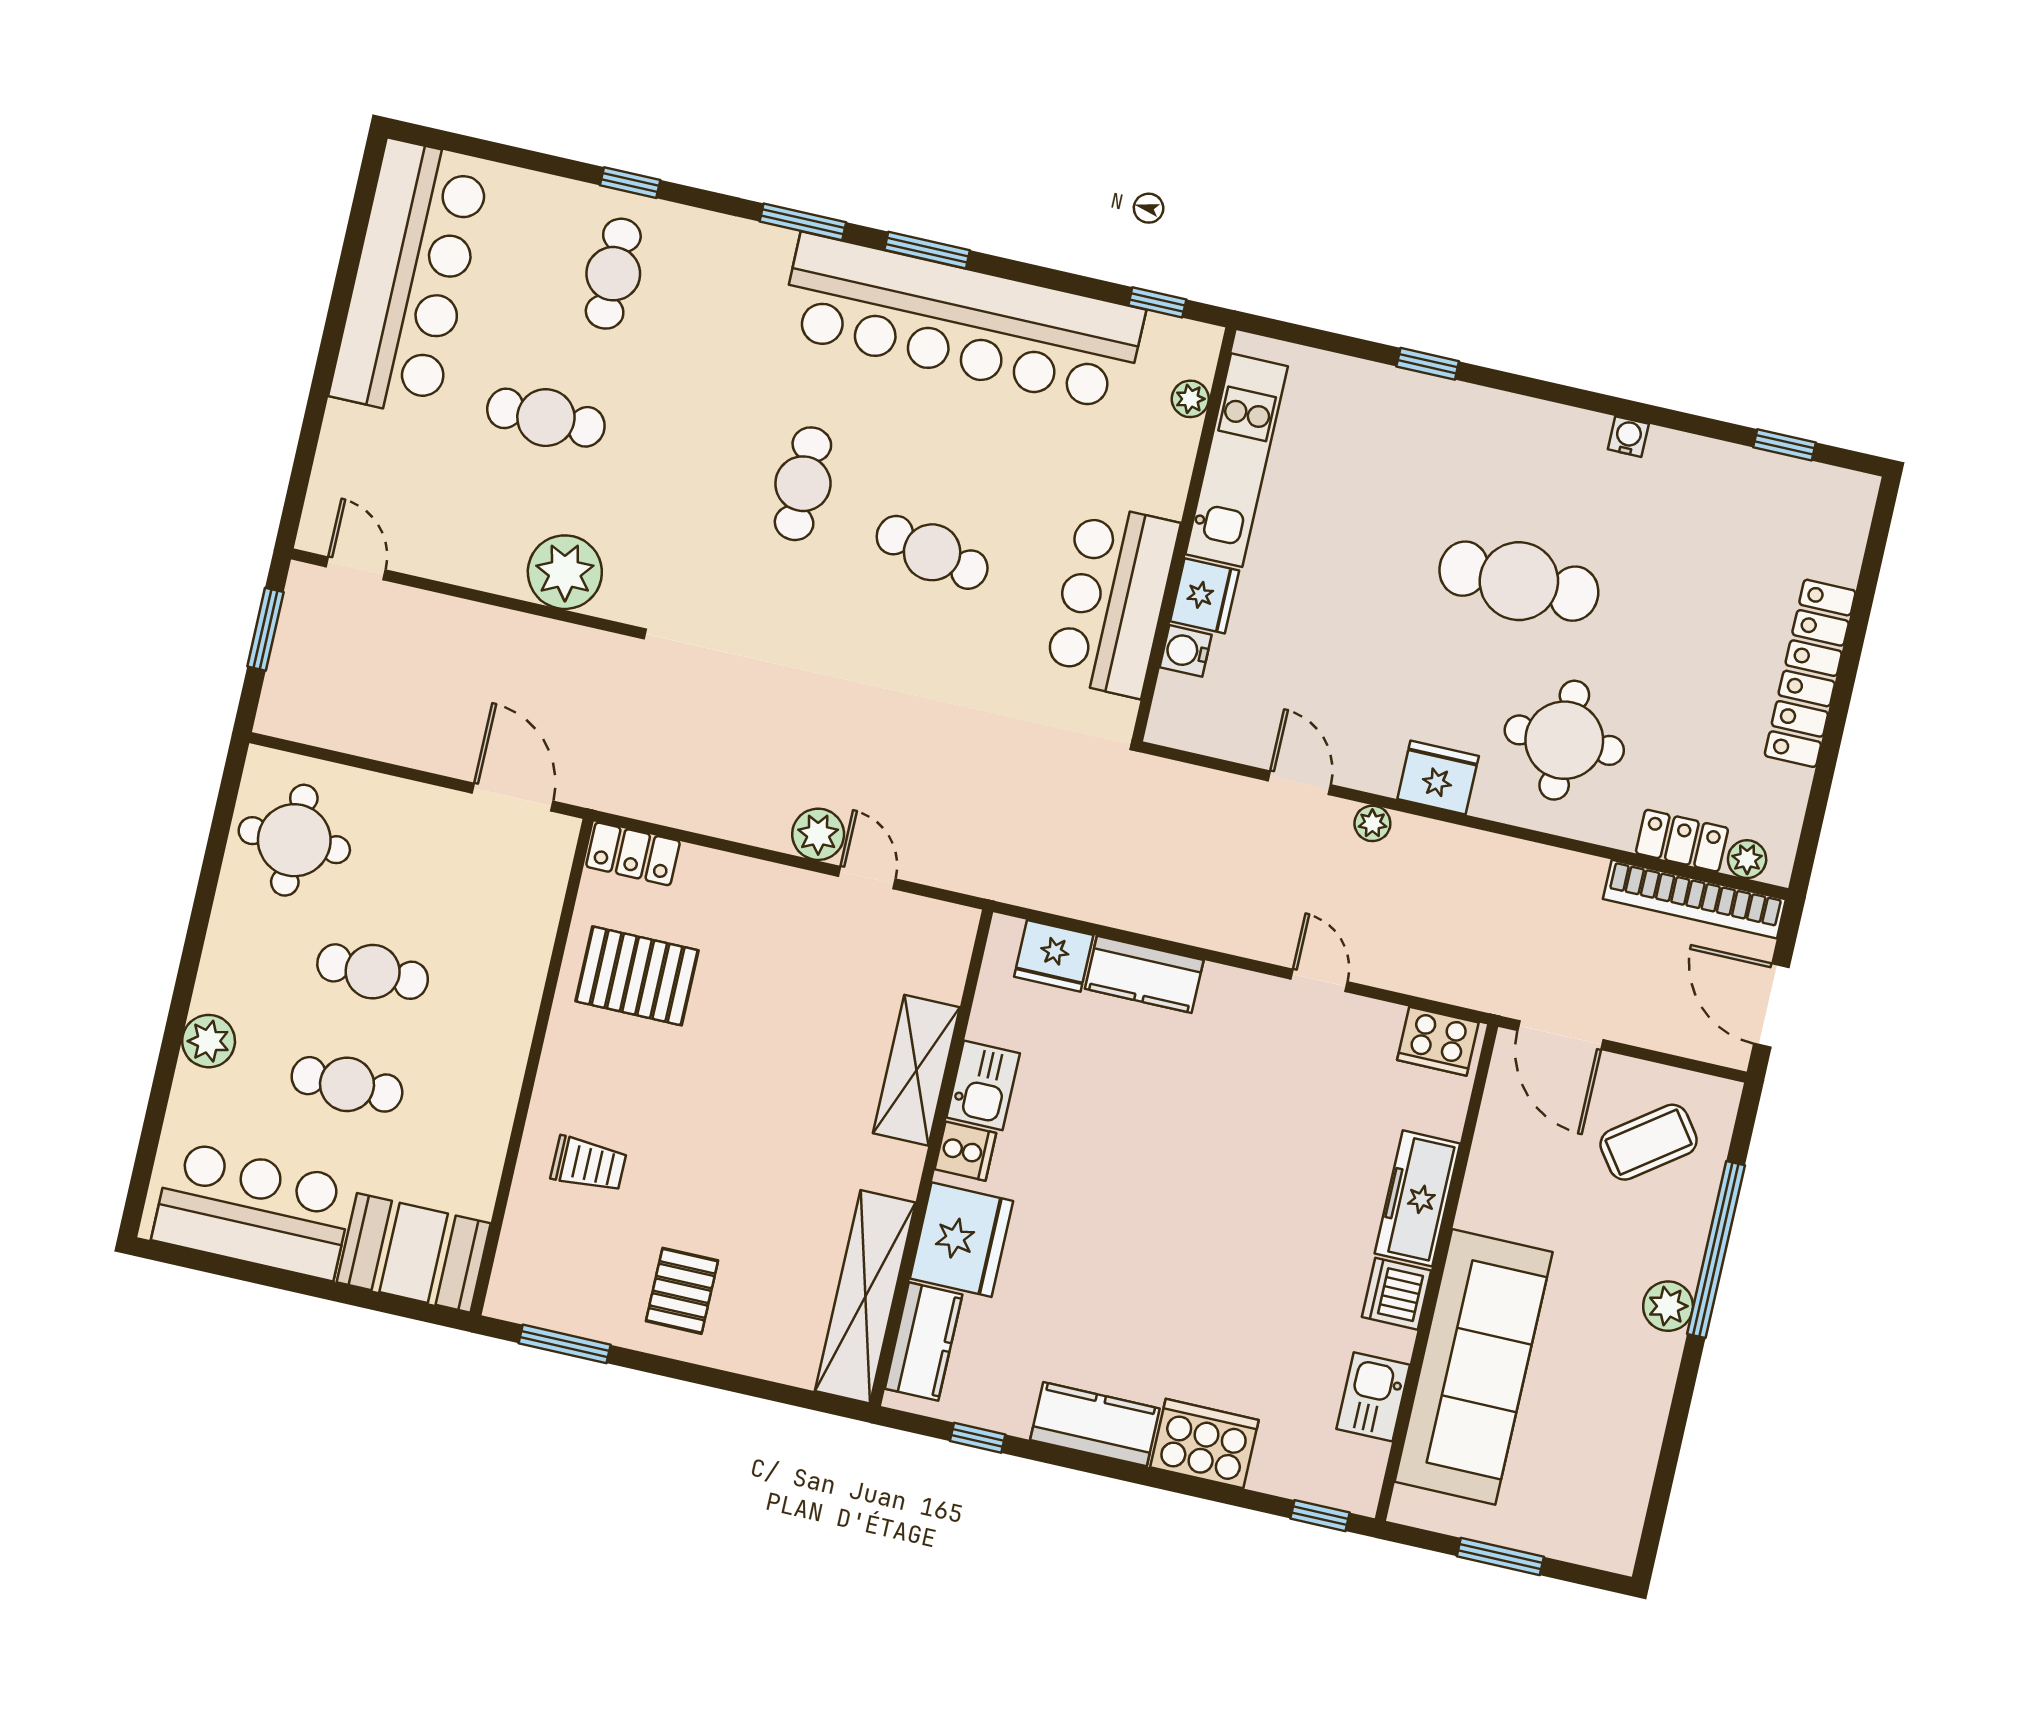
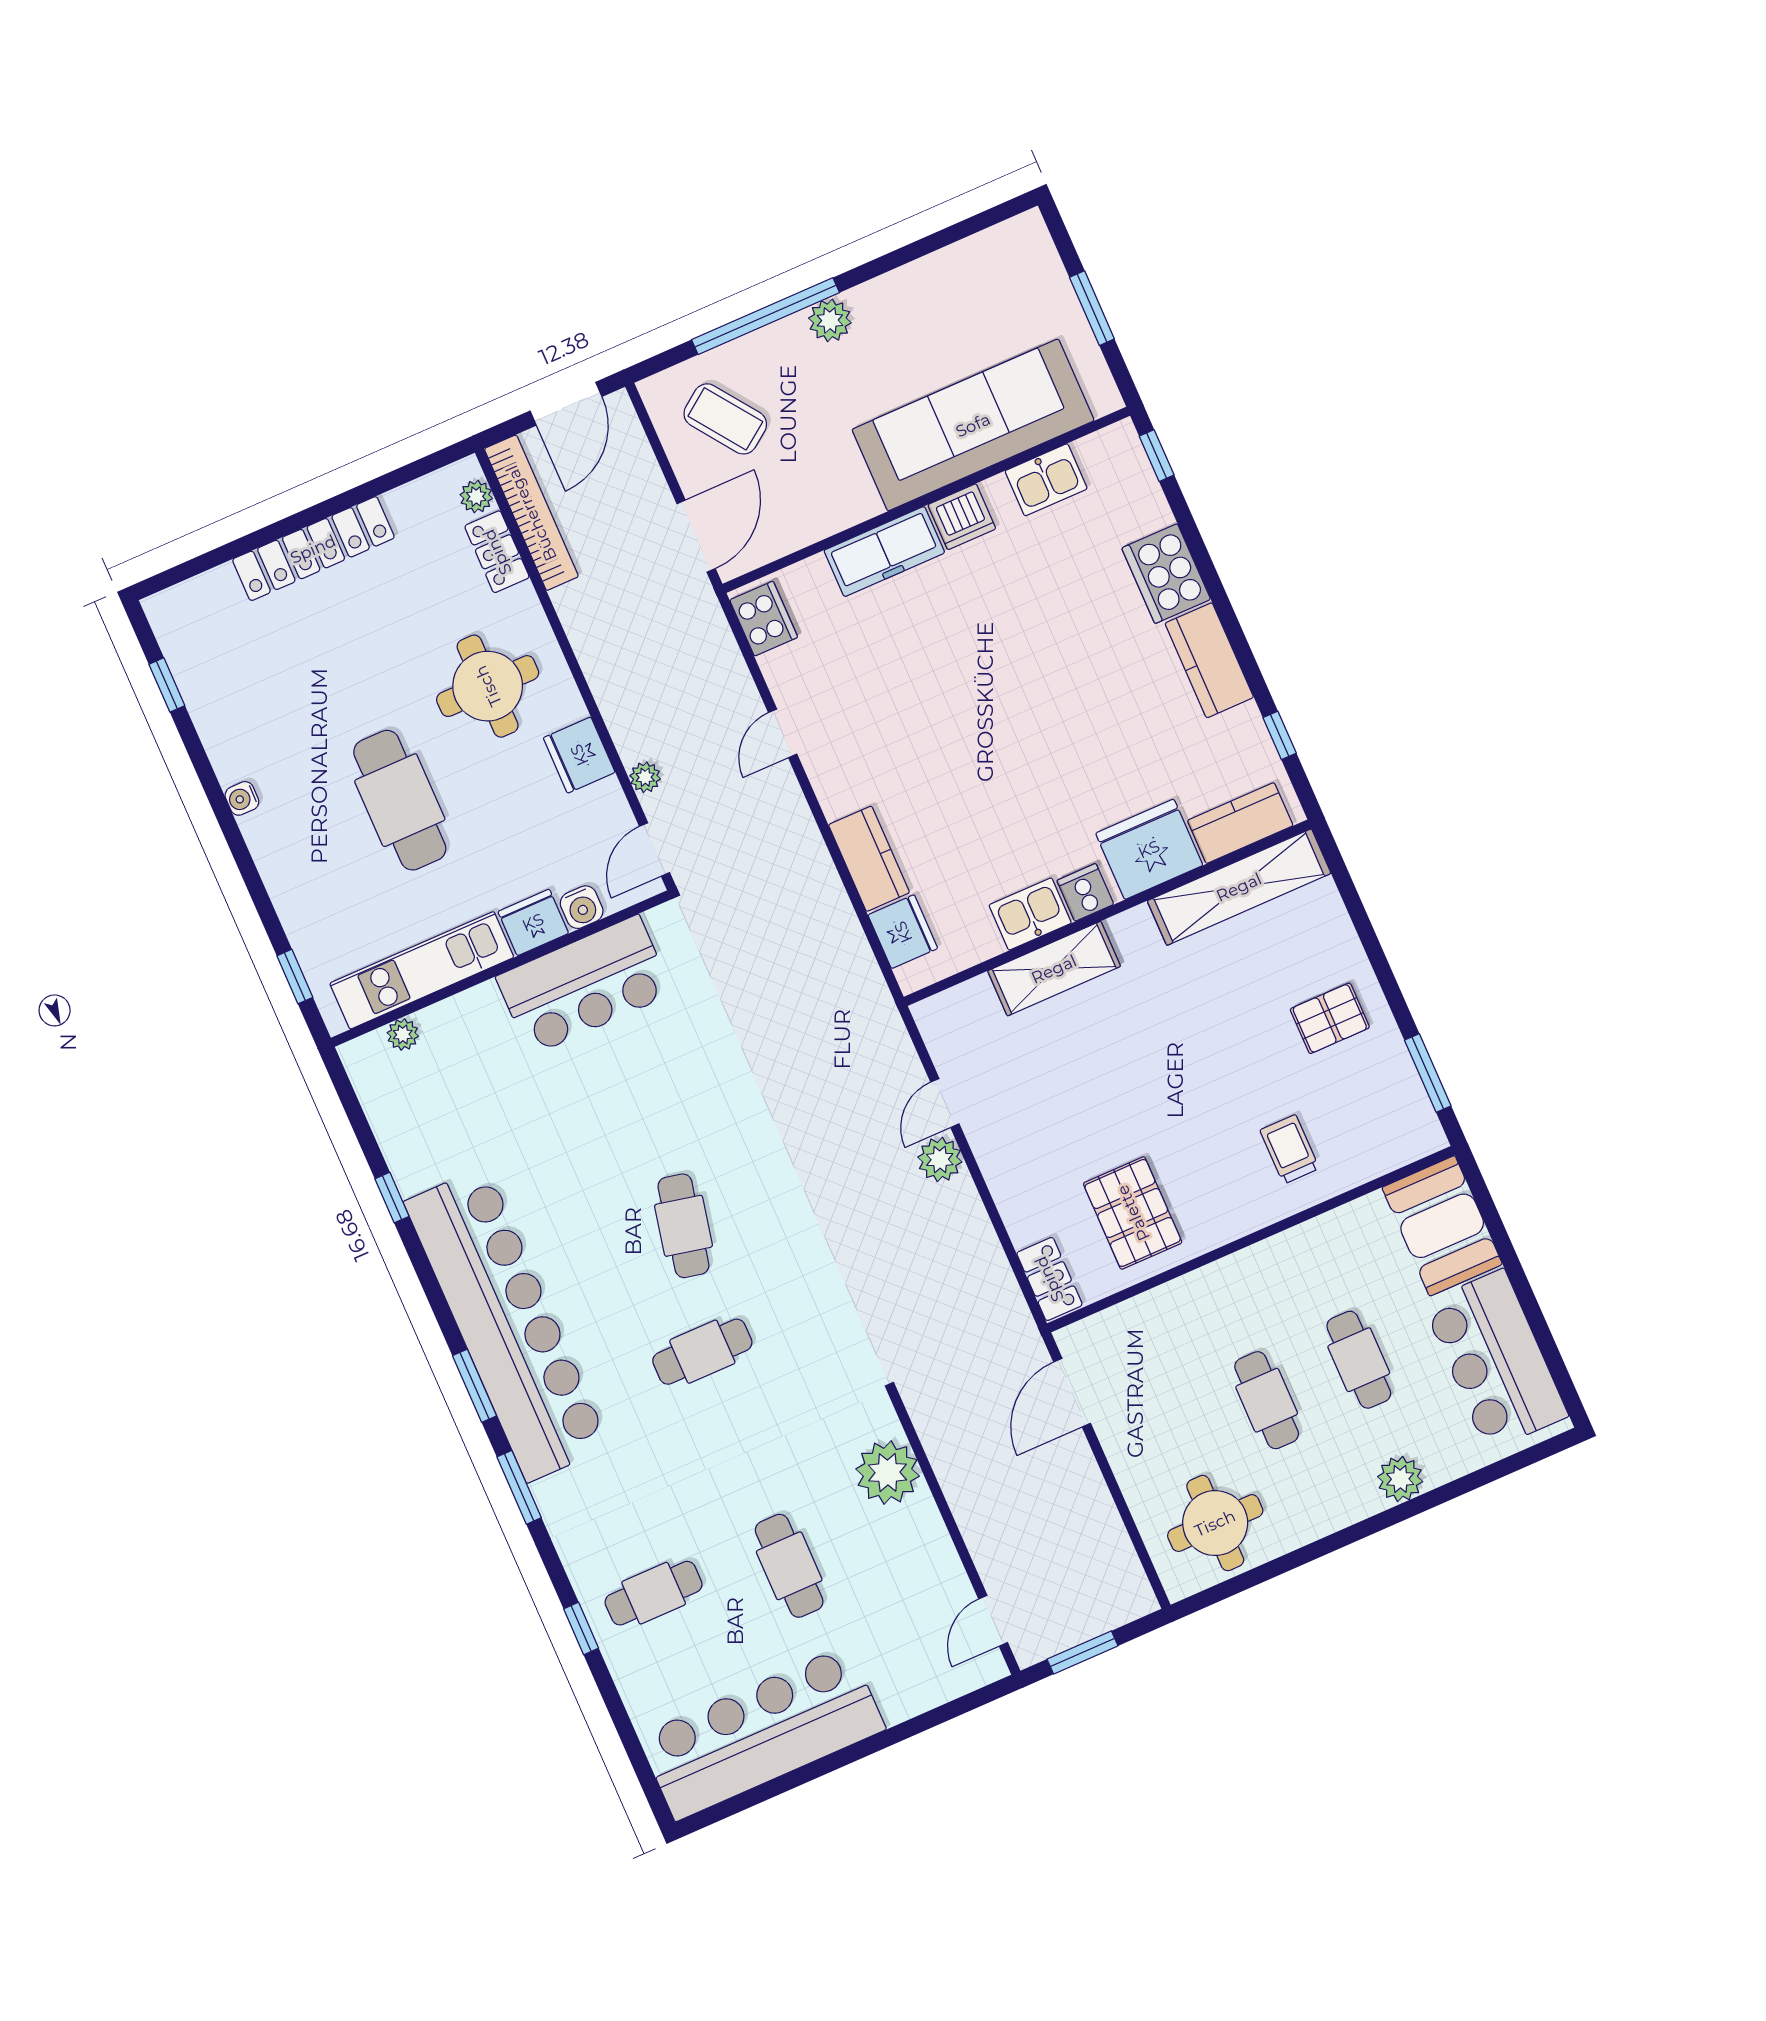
plant: (1190, 399) -> (403, 1034), moved
kitchen unit: (1237, 460) -> (422, 970), moved
wall: (1184, 534) -> (501, 969), moved
fridge: (1205, 596) -> (533, 922), moved
bar counter: (1112, 600) -> (584, 985), moved
water cooler: (1186, 651) -> (582, 907), moved

